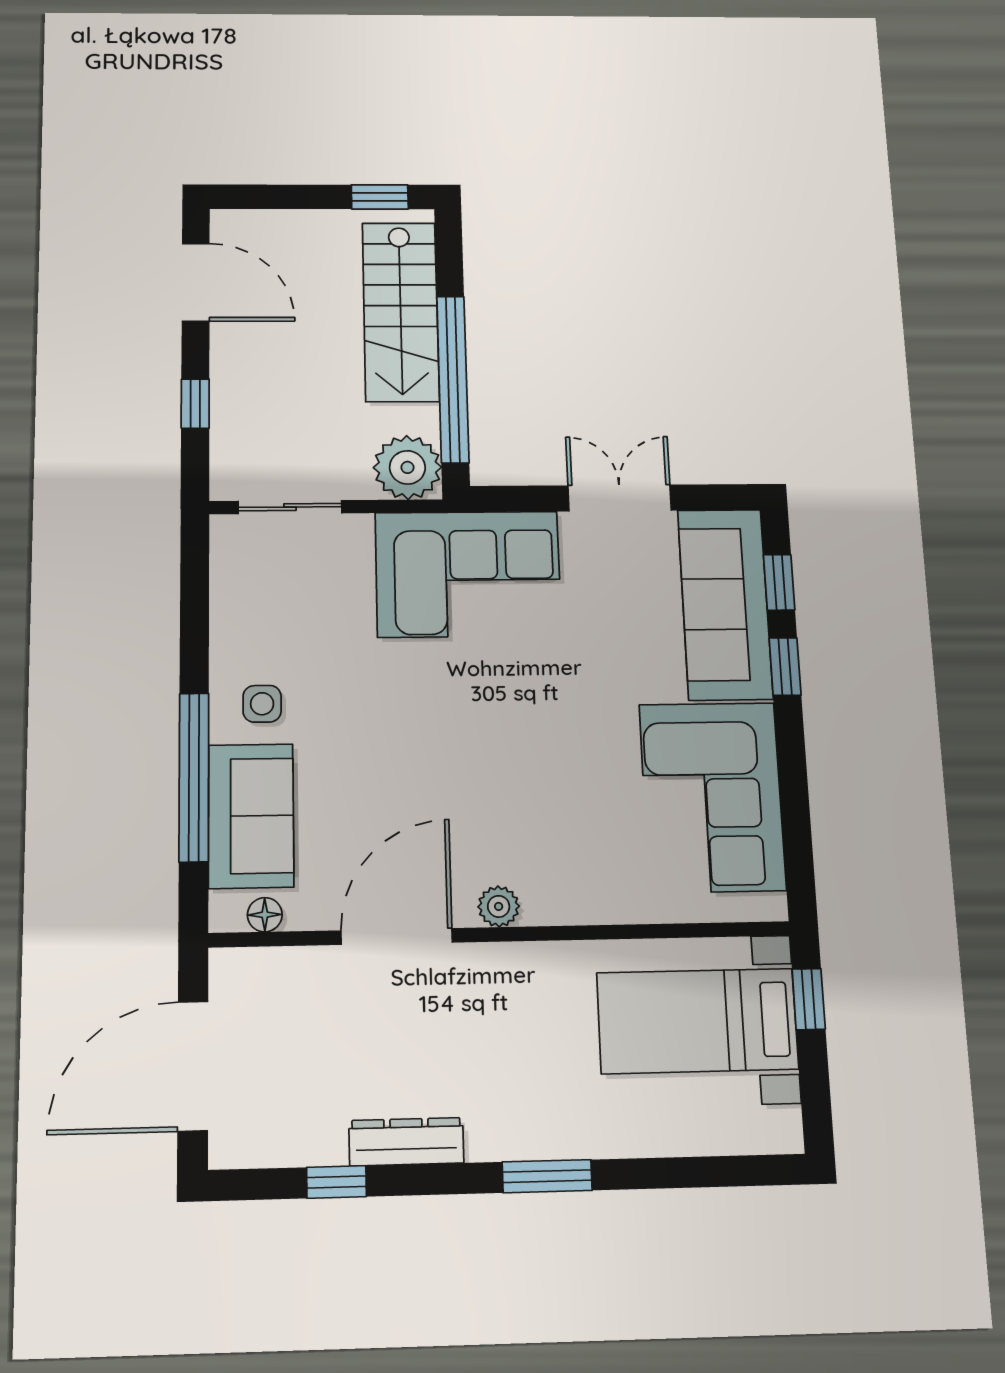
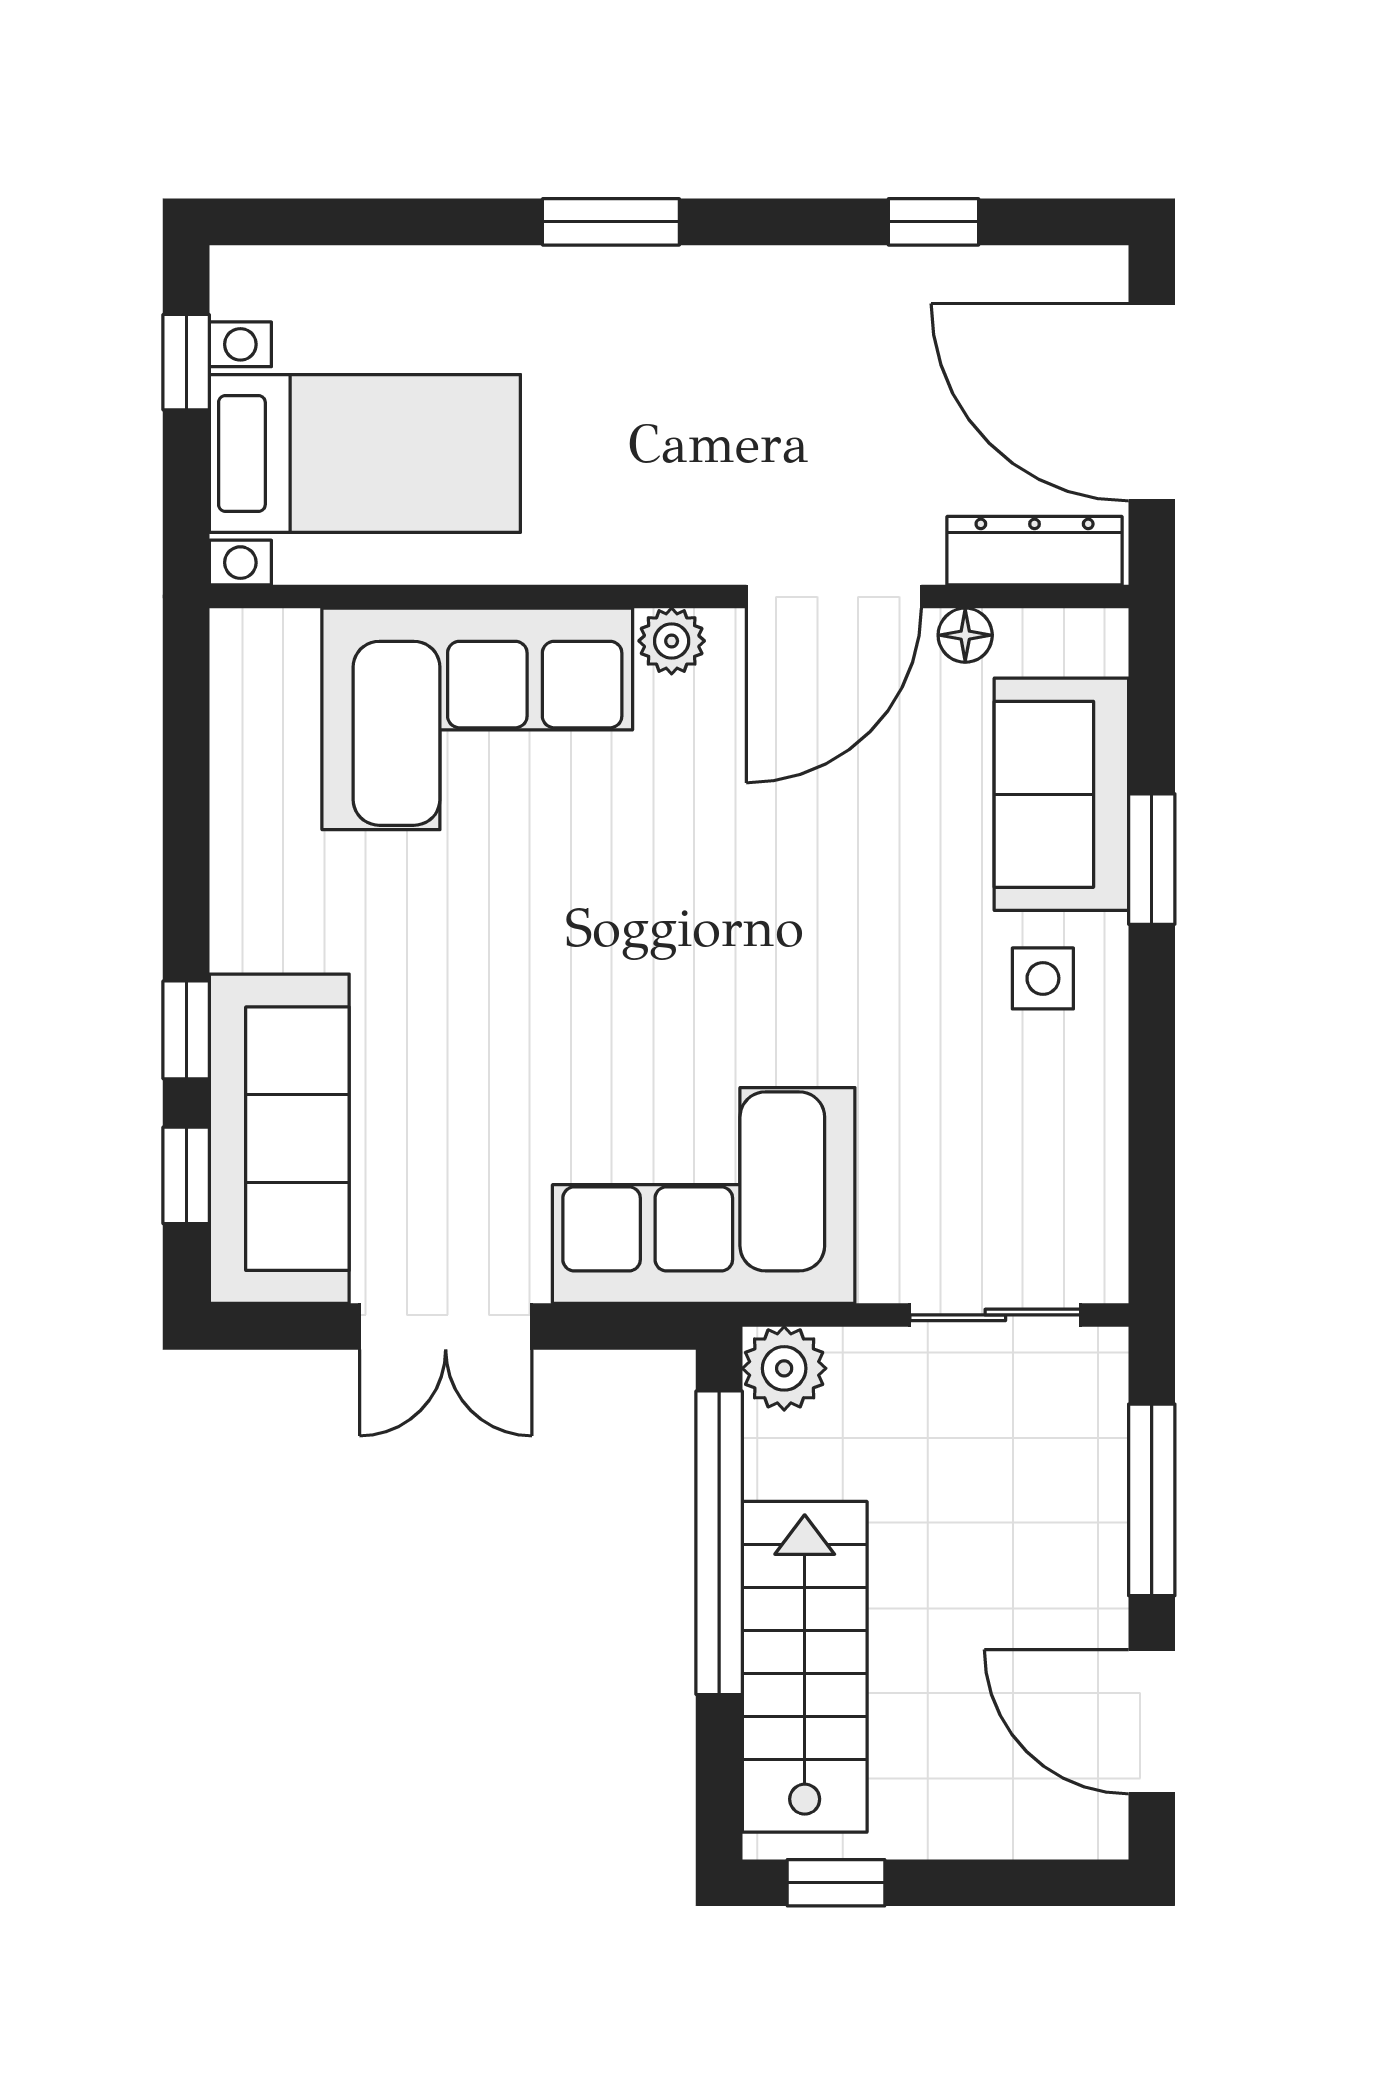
window: (195, 404) -> (1152, 1500), width x2.17
plant: (407, 467) -> (784, 1368), width x0.73, depth x0.73
window: (194, 777) -> (1152, 859), width x0.47
corner sofa: (712, 797) -> (477, 719), moved, turned 90
floor lamp: (265, 915) -> (965, 635), moved
window: (809, 999) -> (186, 362), moved
door: (193, 1066) -> (1152, 402), swing flipped
dresser: (406, 1142) -> (1035, 551), moved, turned 180

